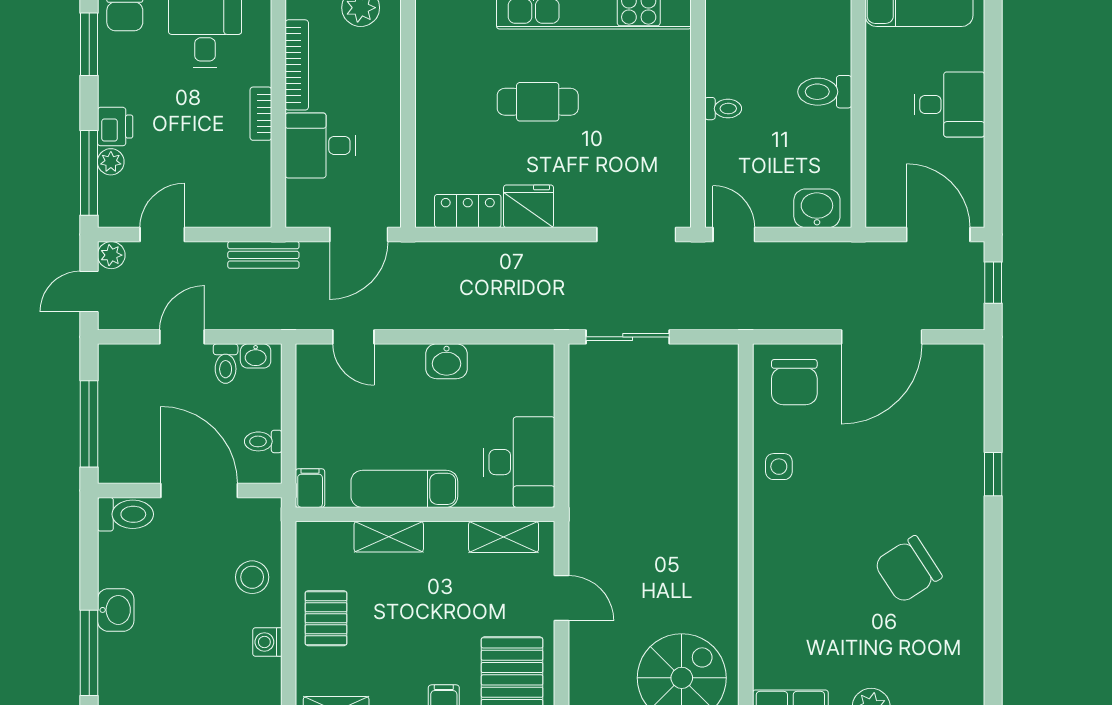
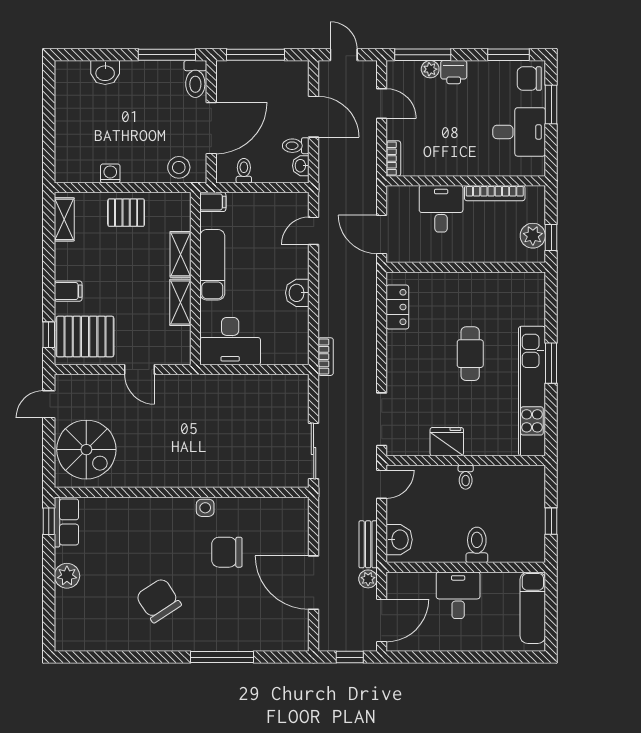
desk: (949, 104) -> (458, 595), moved, turned 180
bookcase: (261, 114) -> (393, 158), moved, turned 90
fridge: (529, 206) -> (447, 442), moved, turned -90
plant: (111, 255) -> (368, 579), moved
bench: (263, 255) -> (368, 544), moved
bookcase: (542, 319) -> (326, 357), added
door: (182, 337) -> (314, 117), width x1.38
sliding door: (628, 337) -> (314, 451), moved
chair: (794, 382) -> (227, 552), moved
side table: (779, 467) -> (205, 508), moved
window: (993, 474) -> (222, 657), width x2.17
shelving: (504, 537) -> (180, 302), moved
stool: (252, 577) -> (179, 167), moved
door: (562, 598) -> (140, 370), hinge flipped
washbasin: (116, 610) -> (105, 72), moved
window: (89, 653) -> (167, 55), moved

